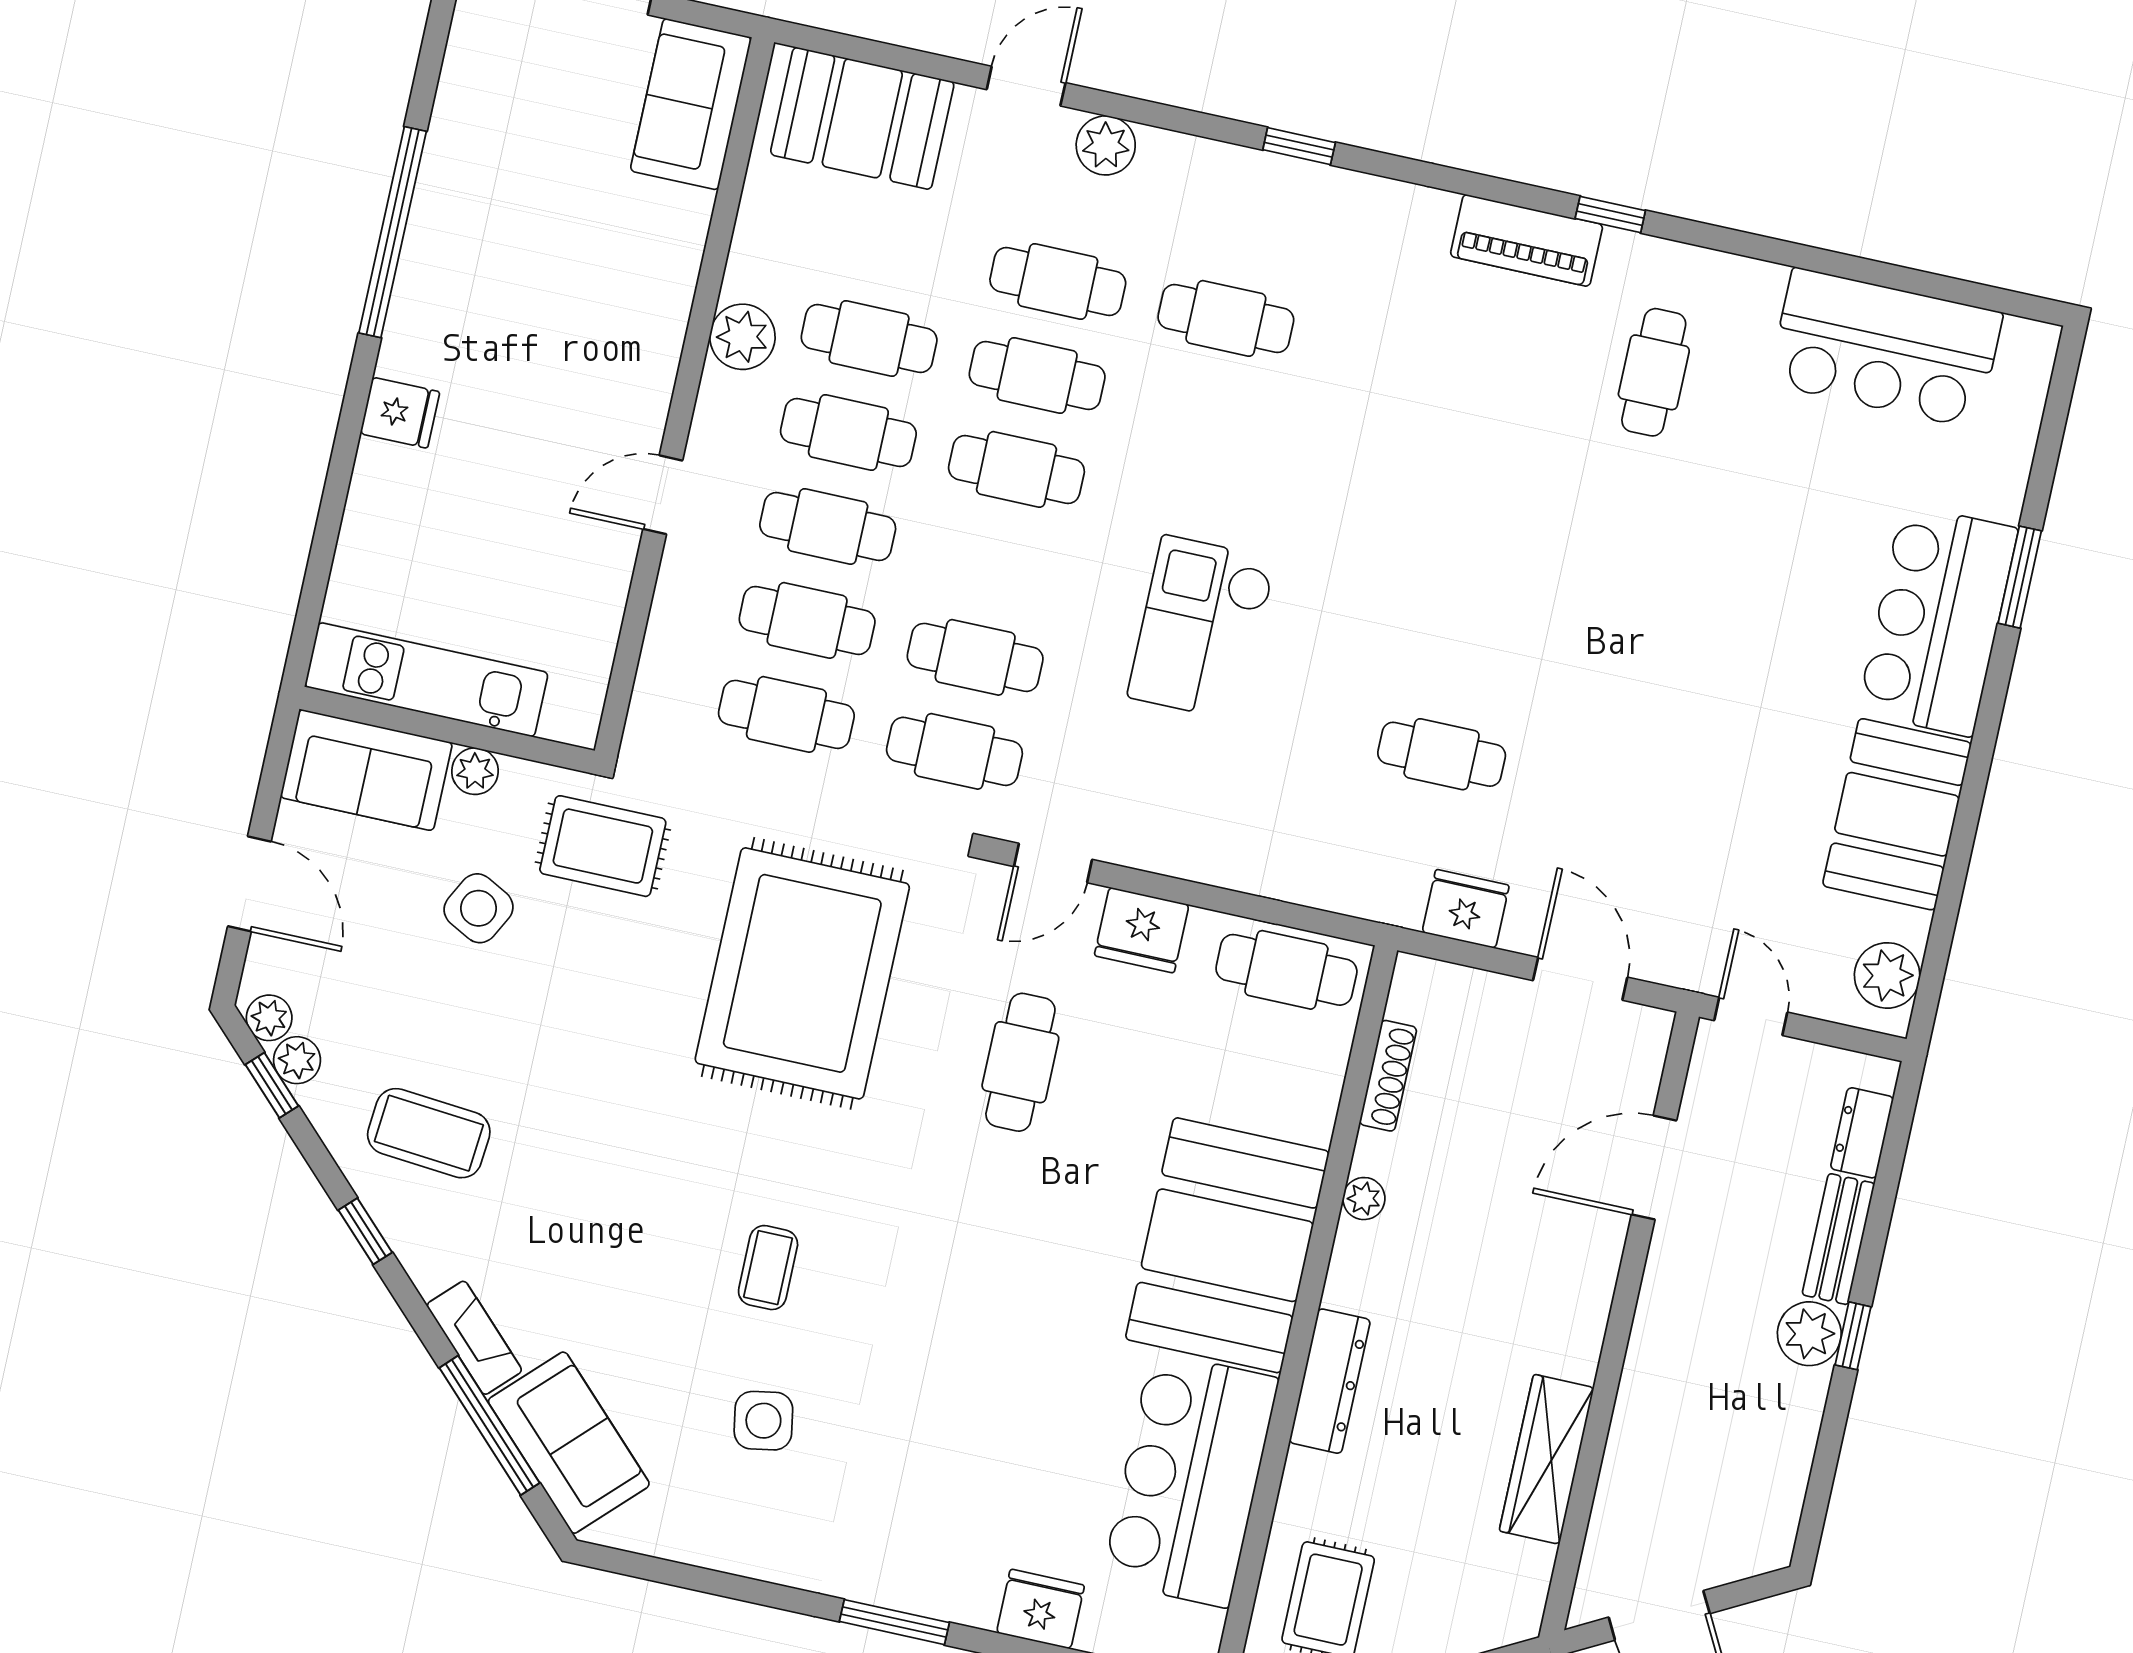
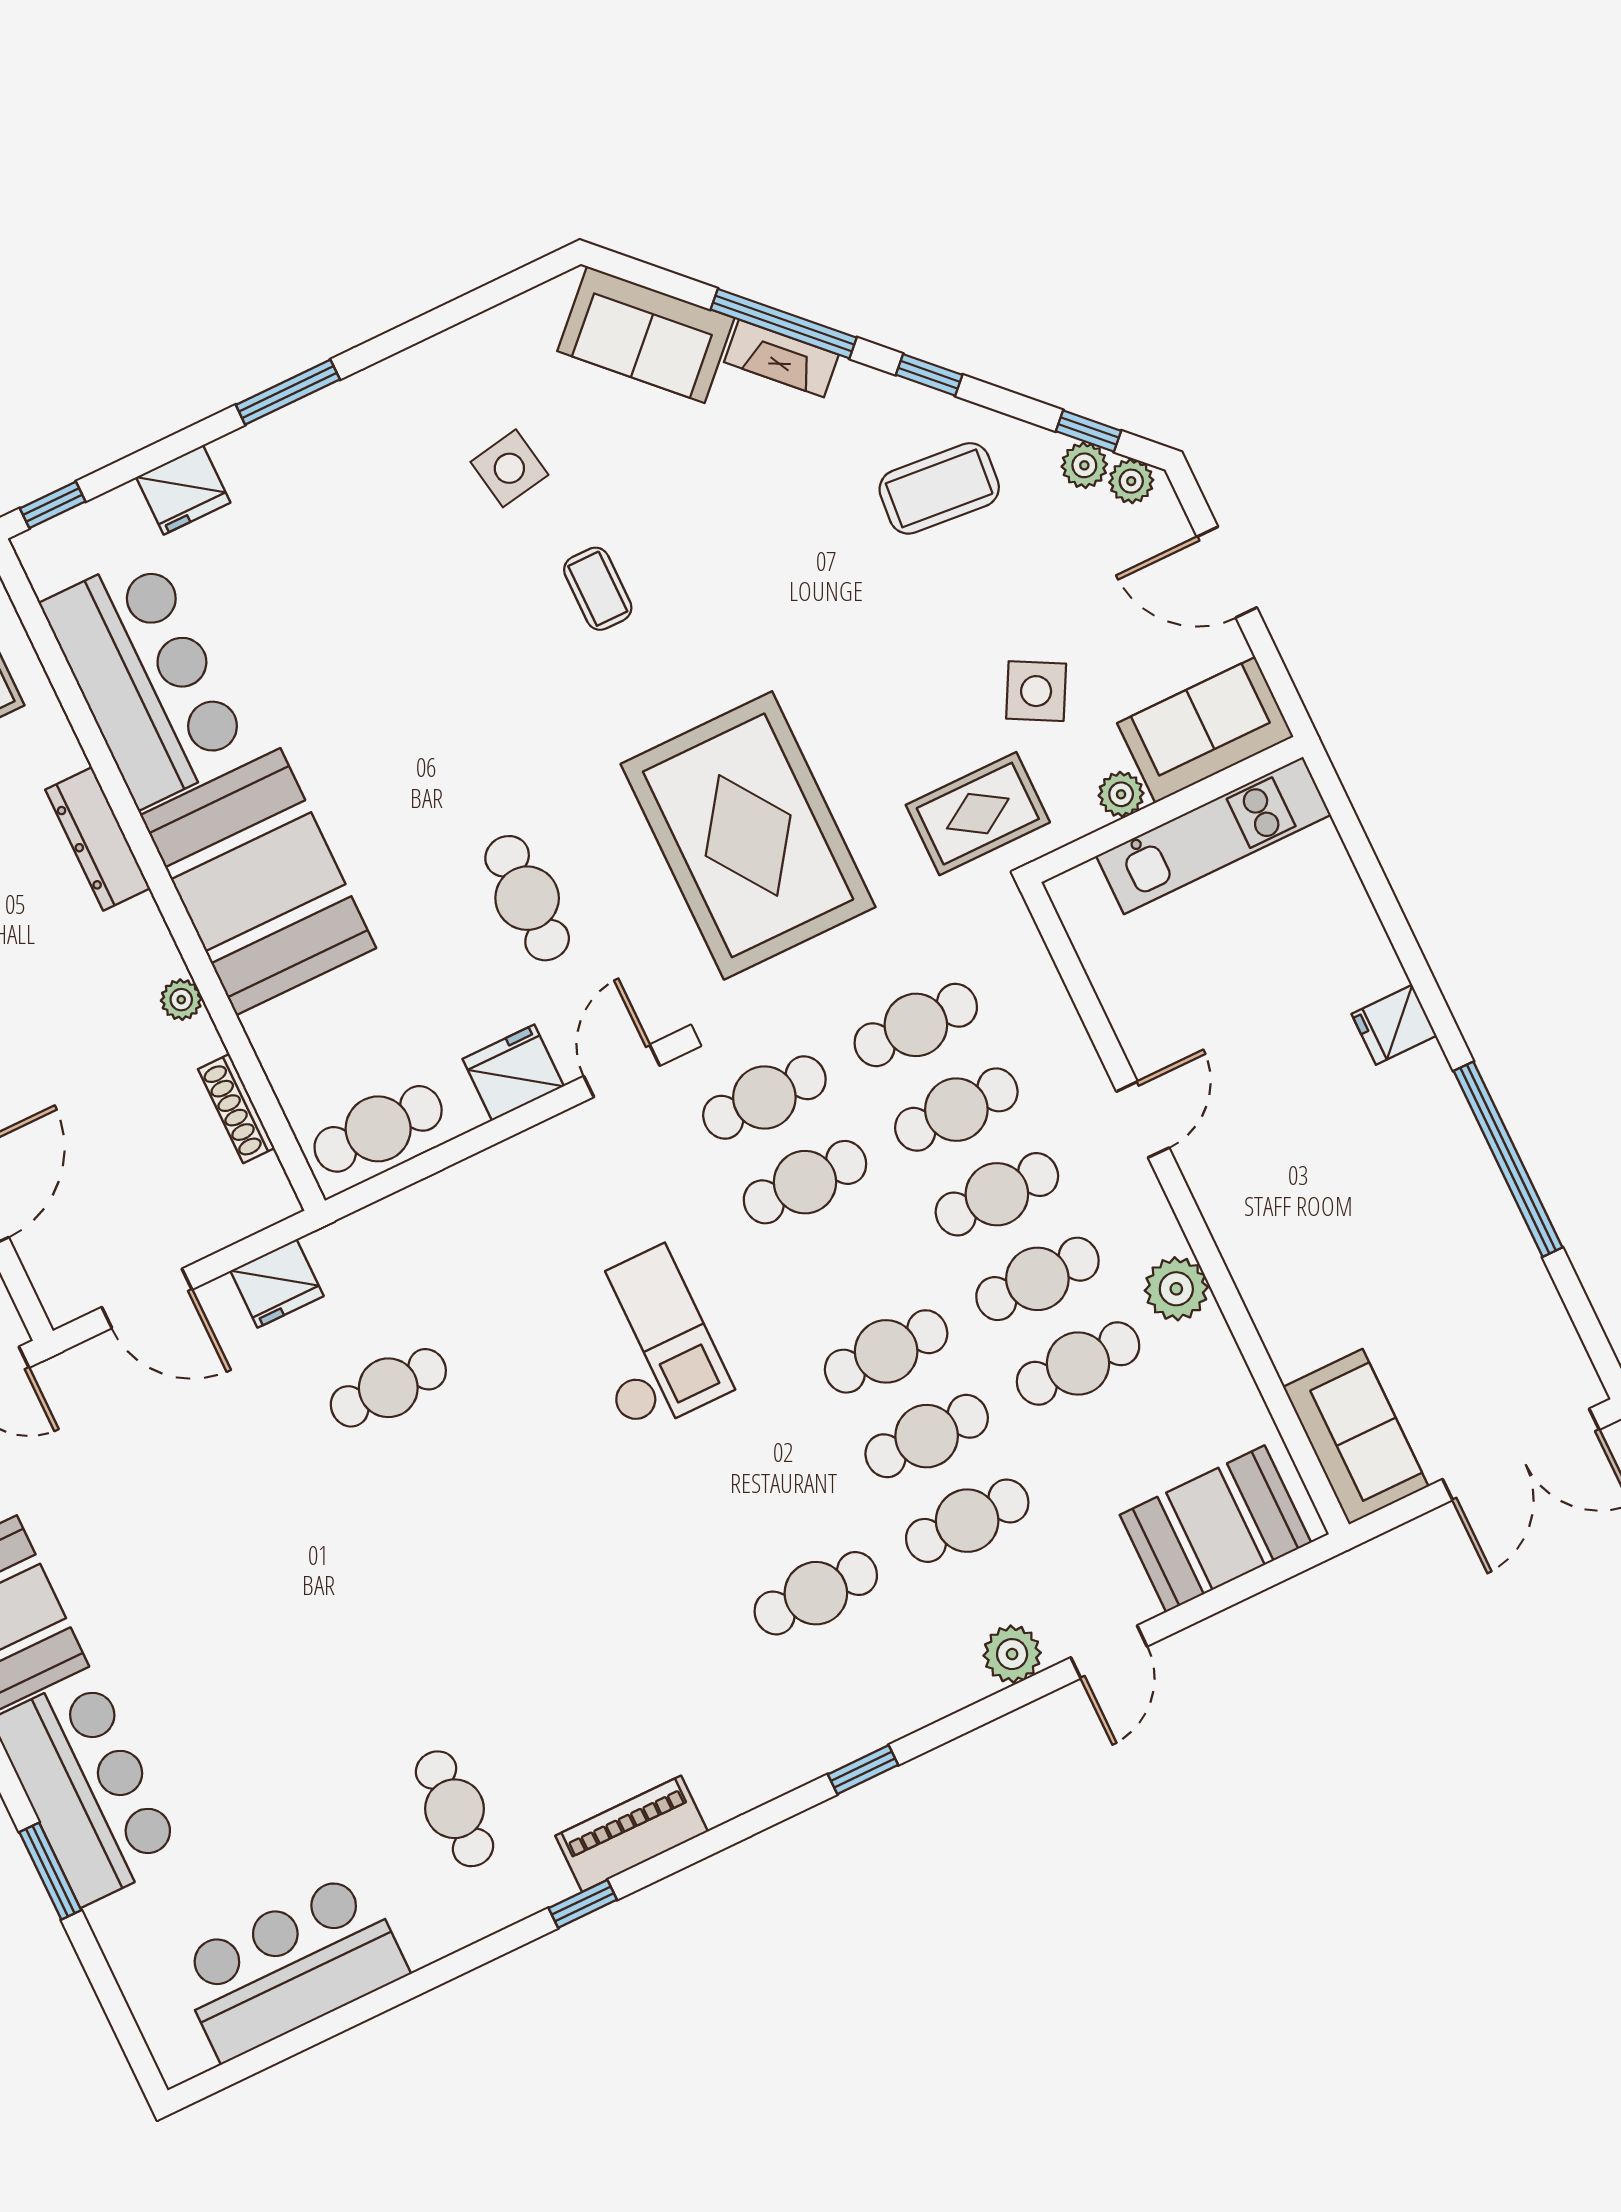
window: (489, 1425) -> (784, 324), moved

